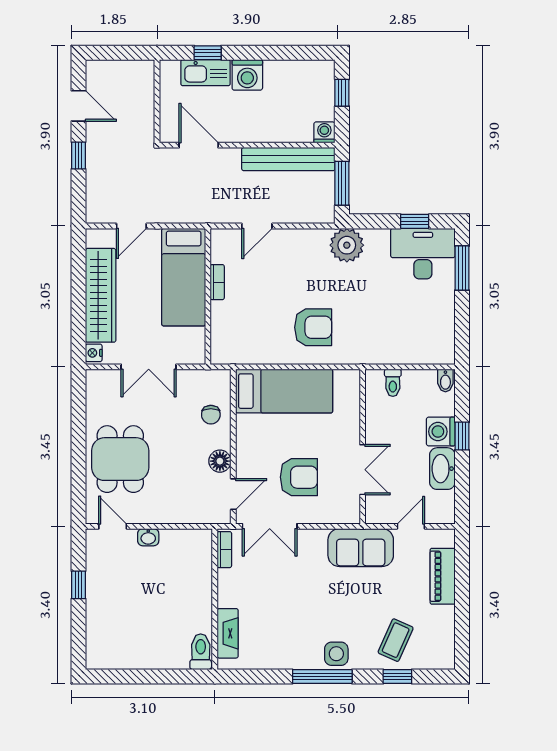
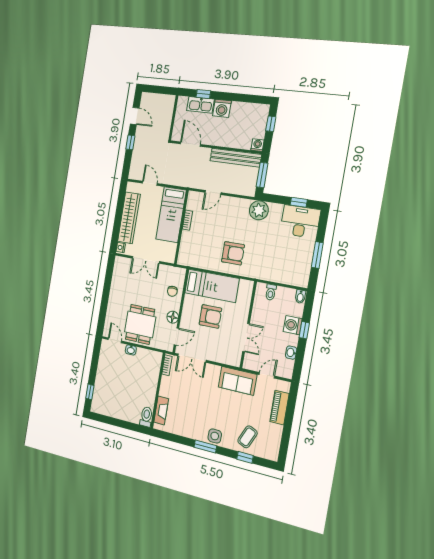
door: (131, 226) -> (150, 183), swing flipped
window: (462, 268) -> (317, 255), moved
dining table: (120, 459) -> (140, 324), moved
washbasin: (442, 469) -> (291, 353), width x0.52, depth x0.69
armchair: (299, 477) -> (210, 316), moved
window: (78, 585) -> (90, 392), moved
window: (322, 676) -> (205, 447), width x0.69

